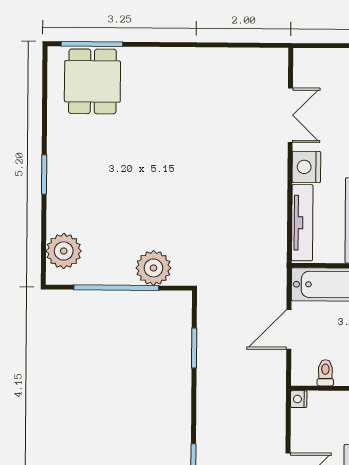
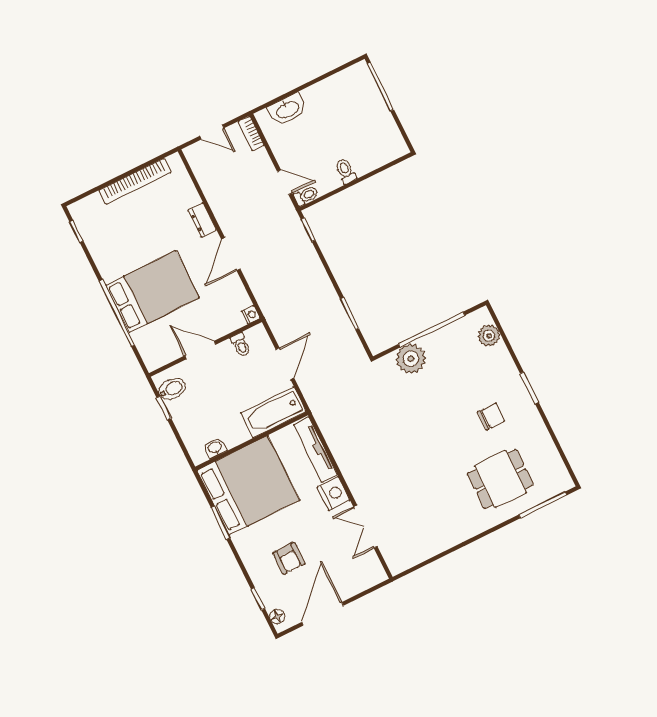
dining table: (92, 81) -> (500, 479), moved, turned 90
chair: (100, 165) -> (491, 416), added
plant: (64, 251) -> (489, 336), width x0.73, depth x0.73

